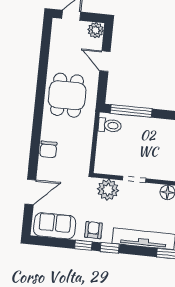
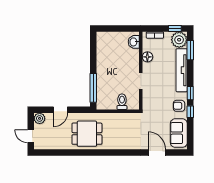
toilet: (110, 125) -> (122, 102), moved
chair: (48, 149) -> (126, 143), removed
plant: (108, 190) -> (150, 99), removed

